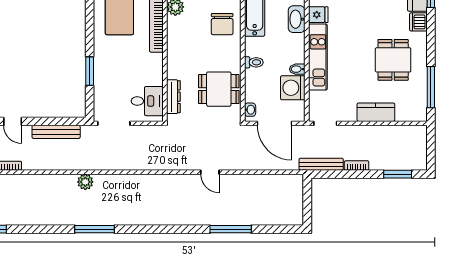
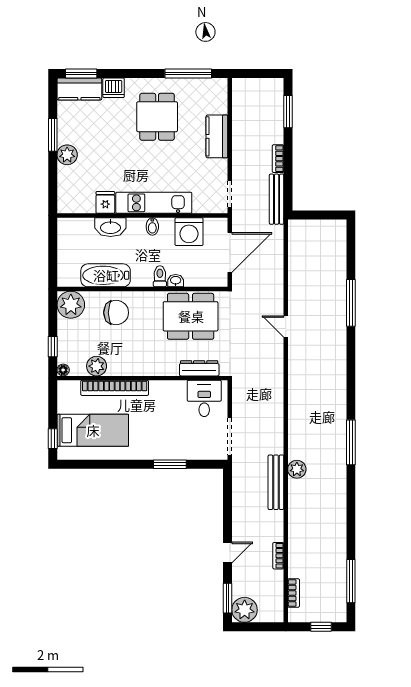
dining table: (393, 60) -> (157, 117), turned 90
bidet: (297, 69) -> (152, 227), moved
dining table: (219, 89) -> (191, 316), width x1.38
washbasin: (250, 110) -> (176, 281), moved
bench: (56, 132) -> (276, 482), moved
door: (210, 172) -> (286, 327), swing flipped
window: (94, 229) -> (351, 442), moved

